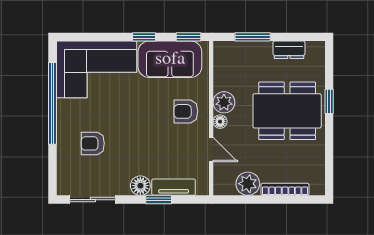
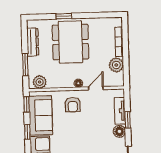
dresser: (289, 50) -> (33, 42), width x1.44
plant: (224, 102) -> (40, 82), moved

